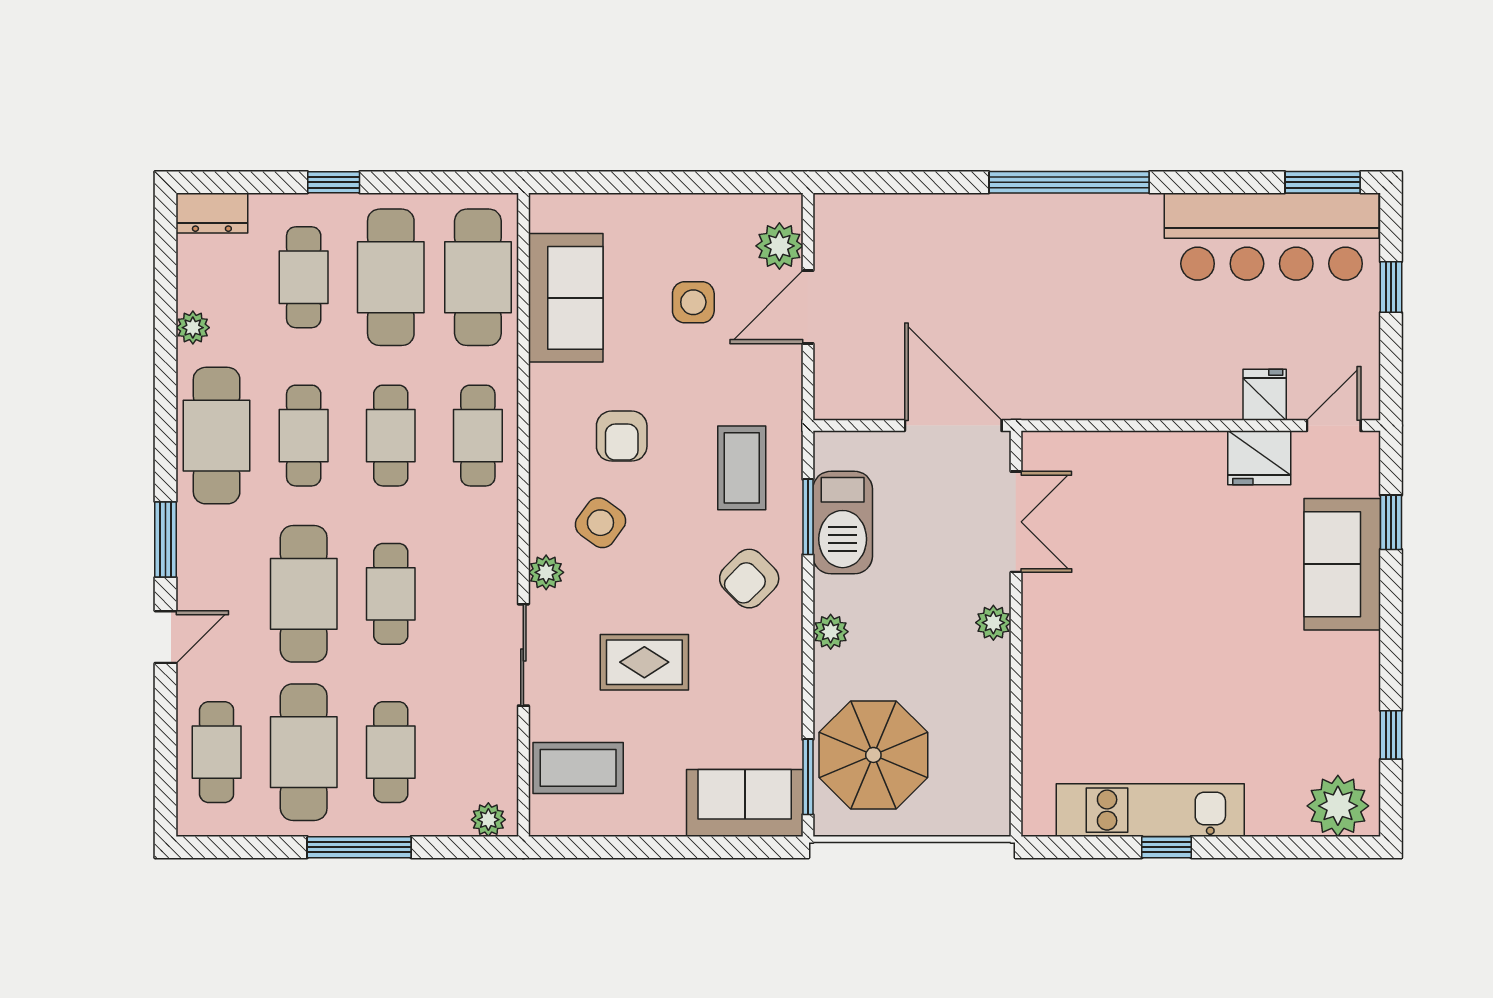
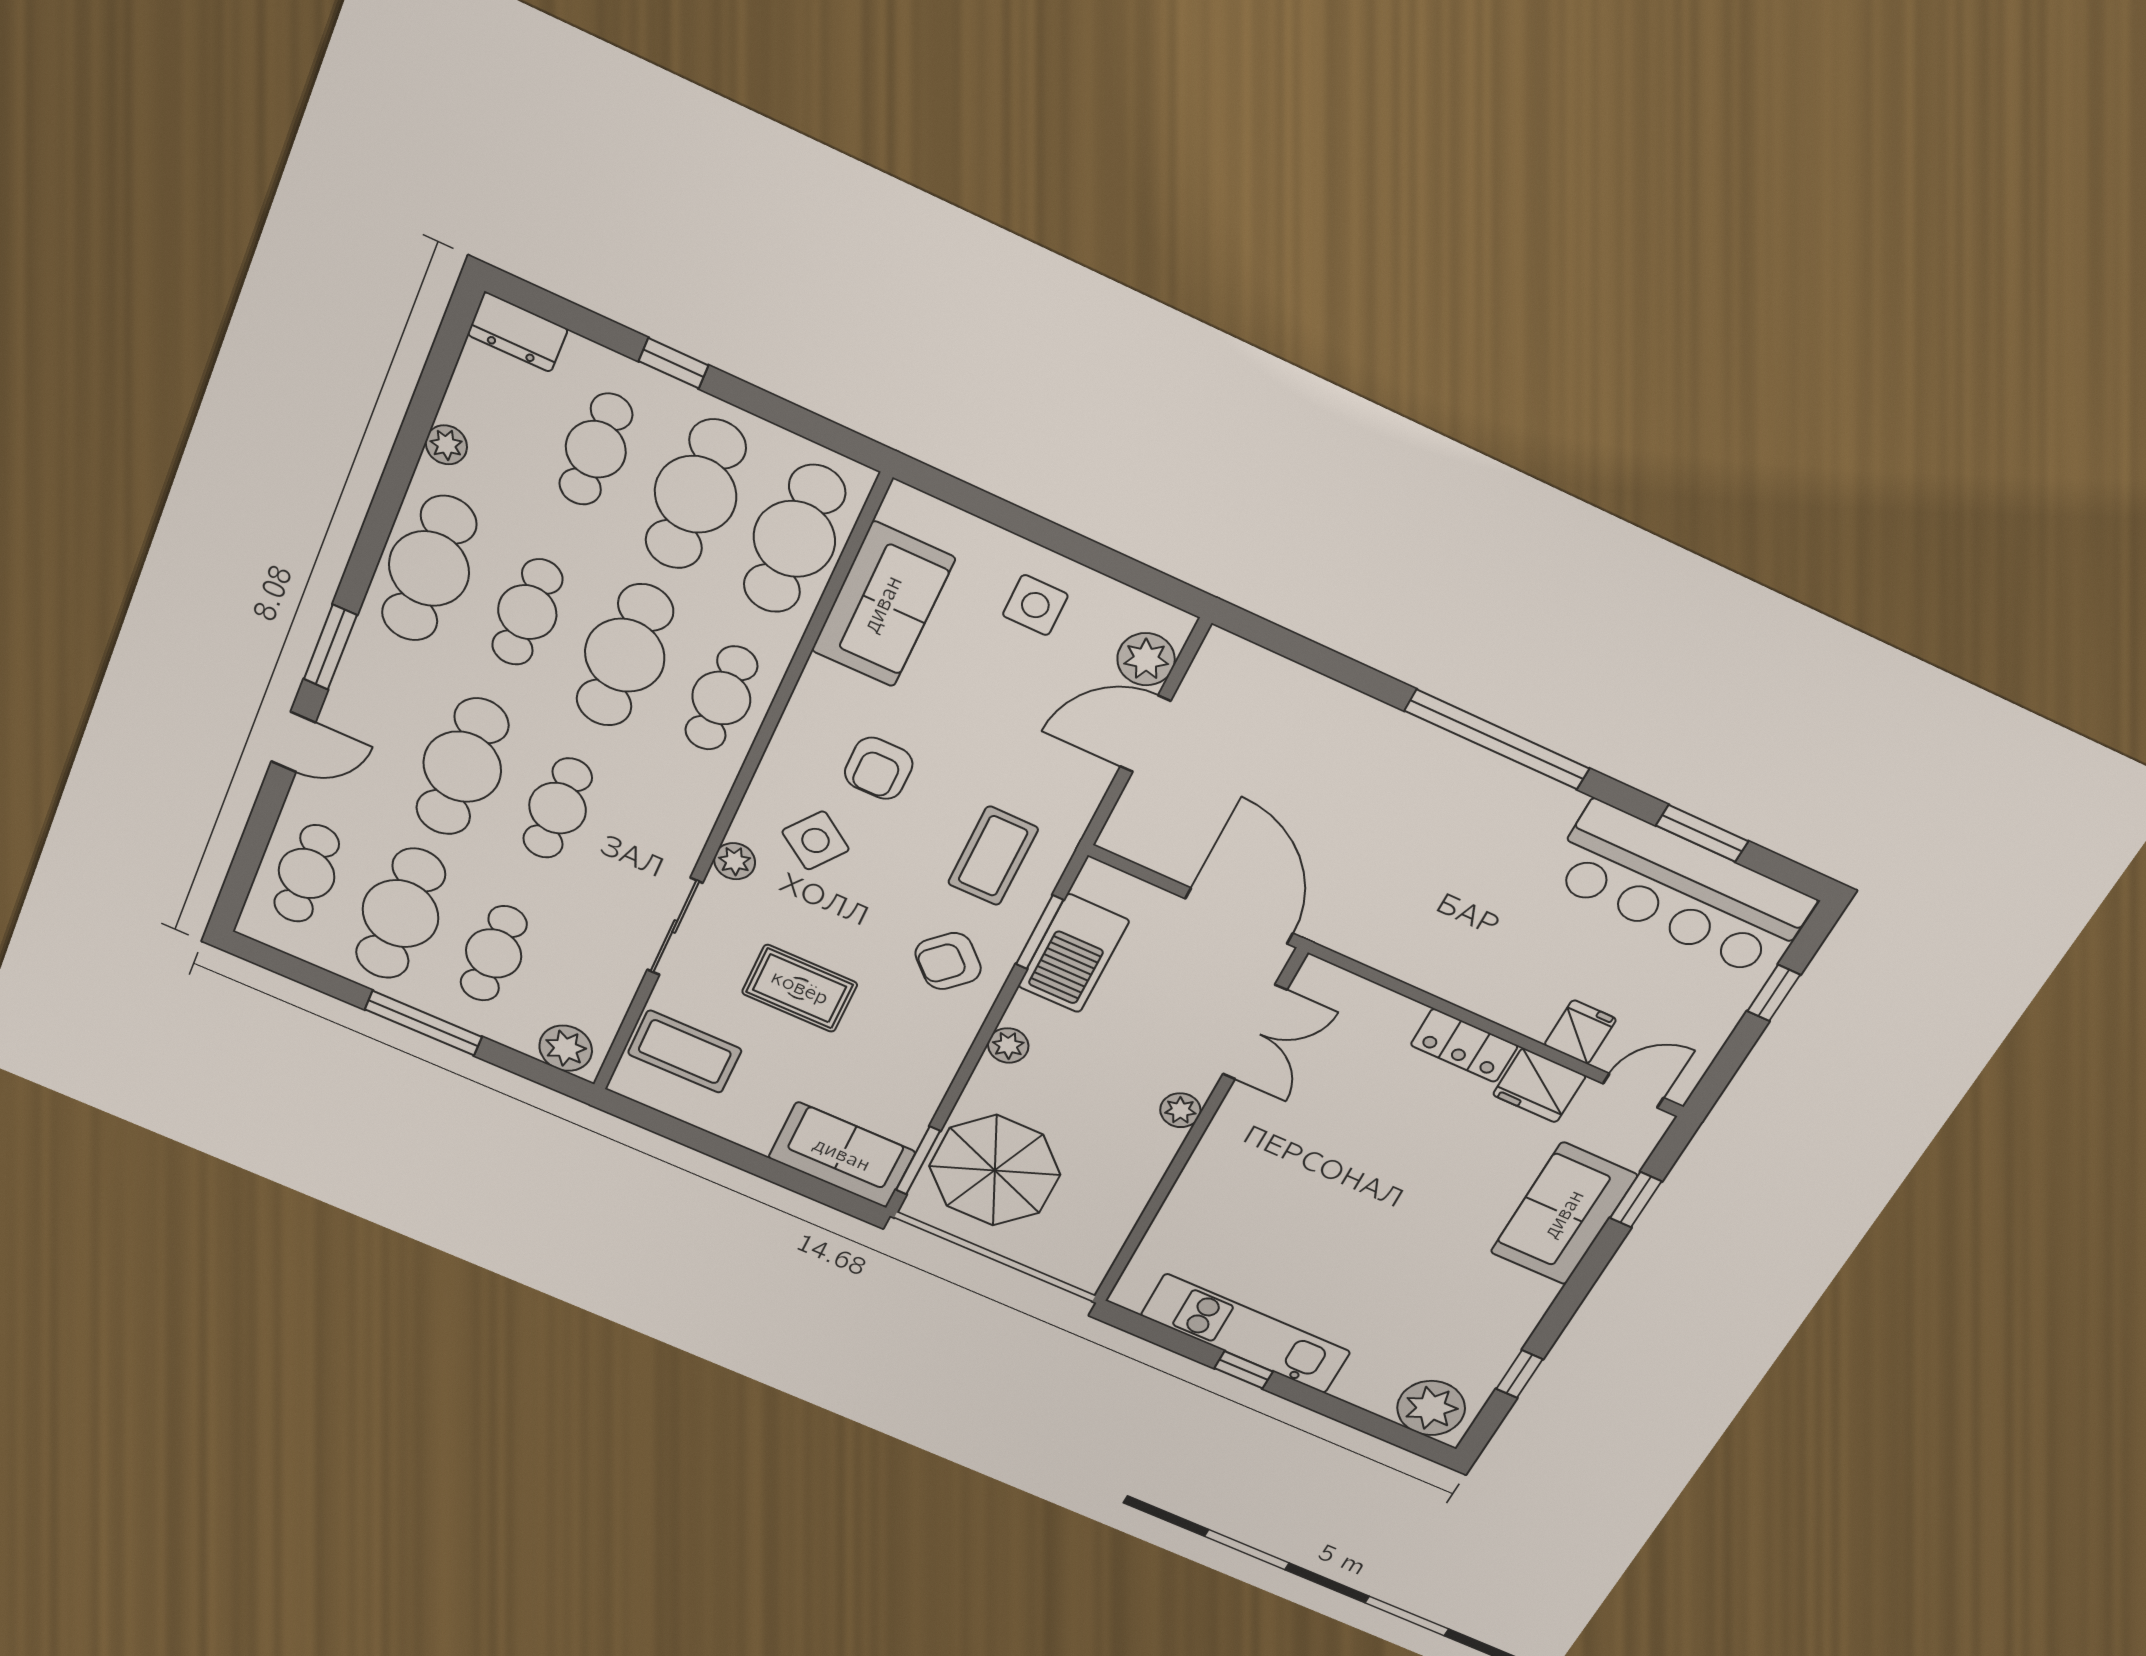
window: (1323, 182) -> (1702, 833), moved
side table: (693, 302) -> (1035, 605), moved
cafe table: (391, 436) -> (625, 655), width x1.37, depth x1.35
locker: (1183, 452) -> (1464, 1045), added
plant: (488, 820) -> (566, 1048), width x1.38, depth x1.38

